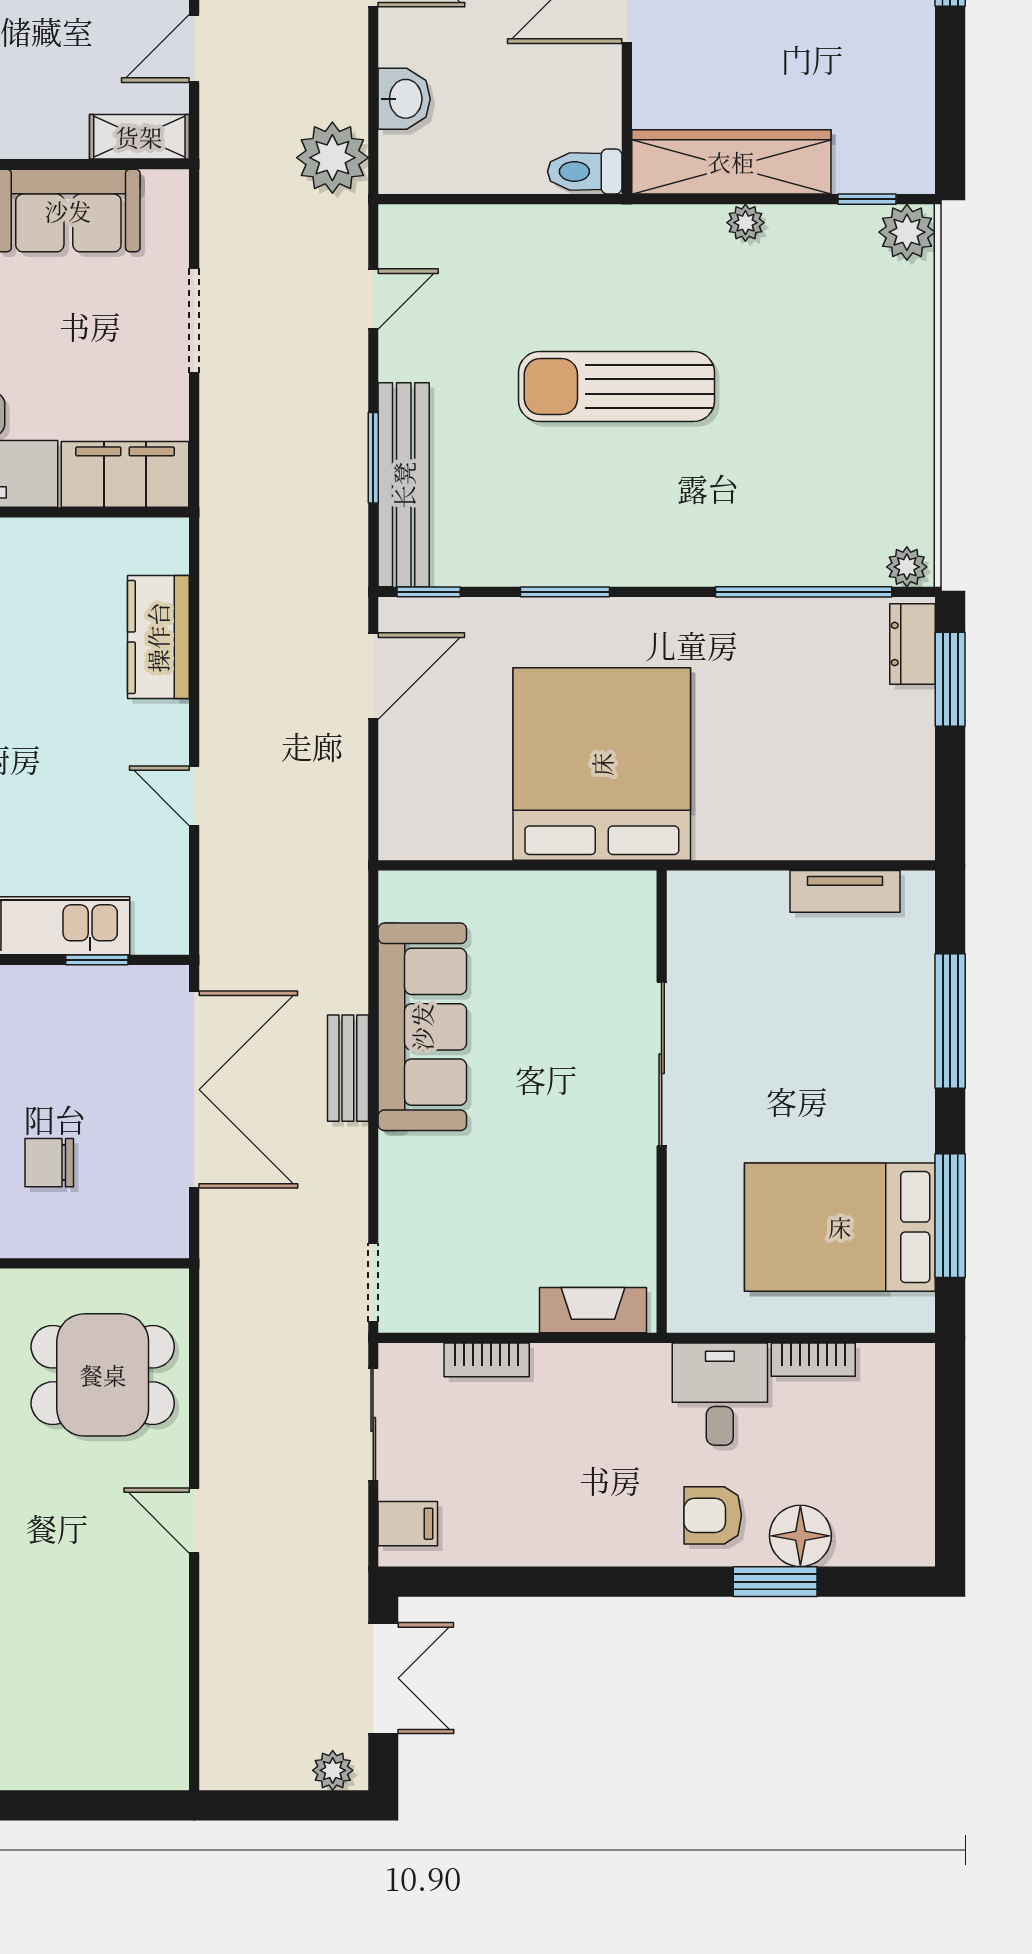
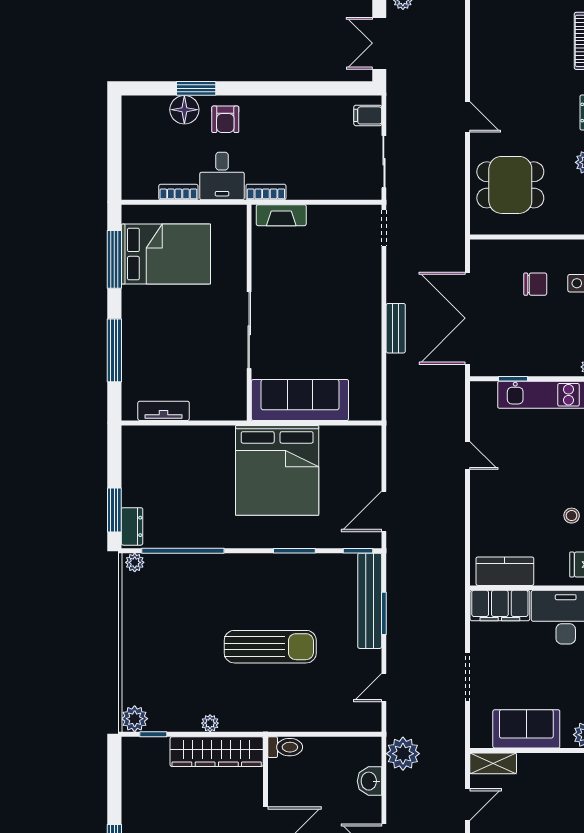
kitchen counter: (158, 637) -> (505, 571), moved, turned -90
sofa: (422, 1027) -> (300, 400), moved, turned 90
bookcase: (487, 1360) -> (266, 192), moved
armchair: (713, 1515) -> (225, 119), turned 90

